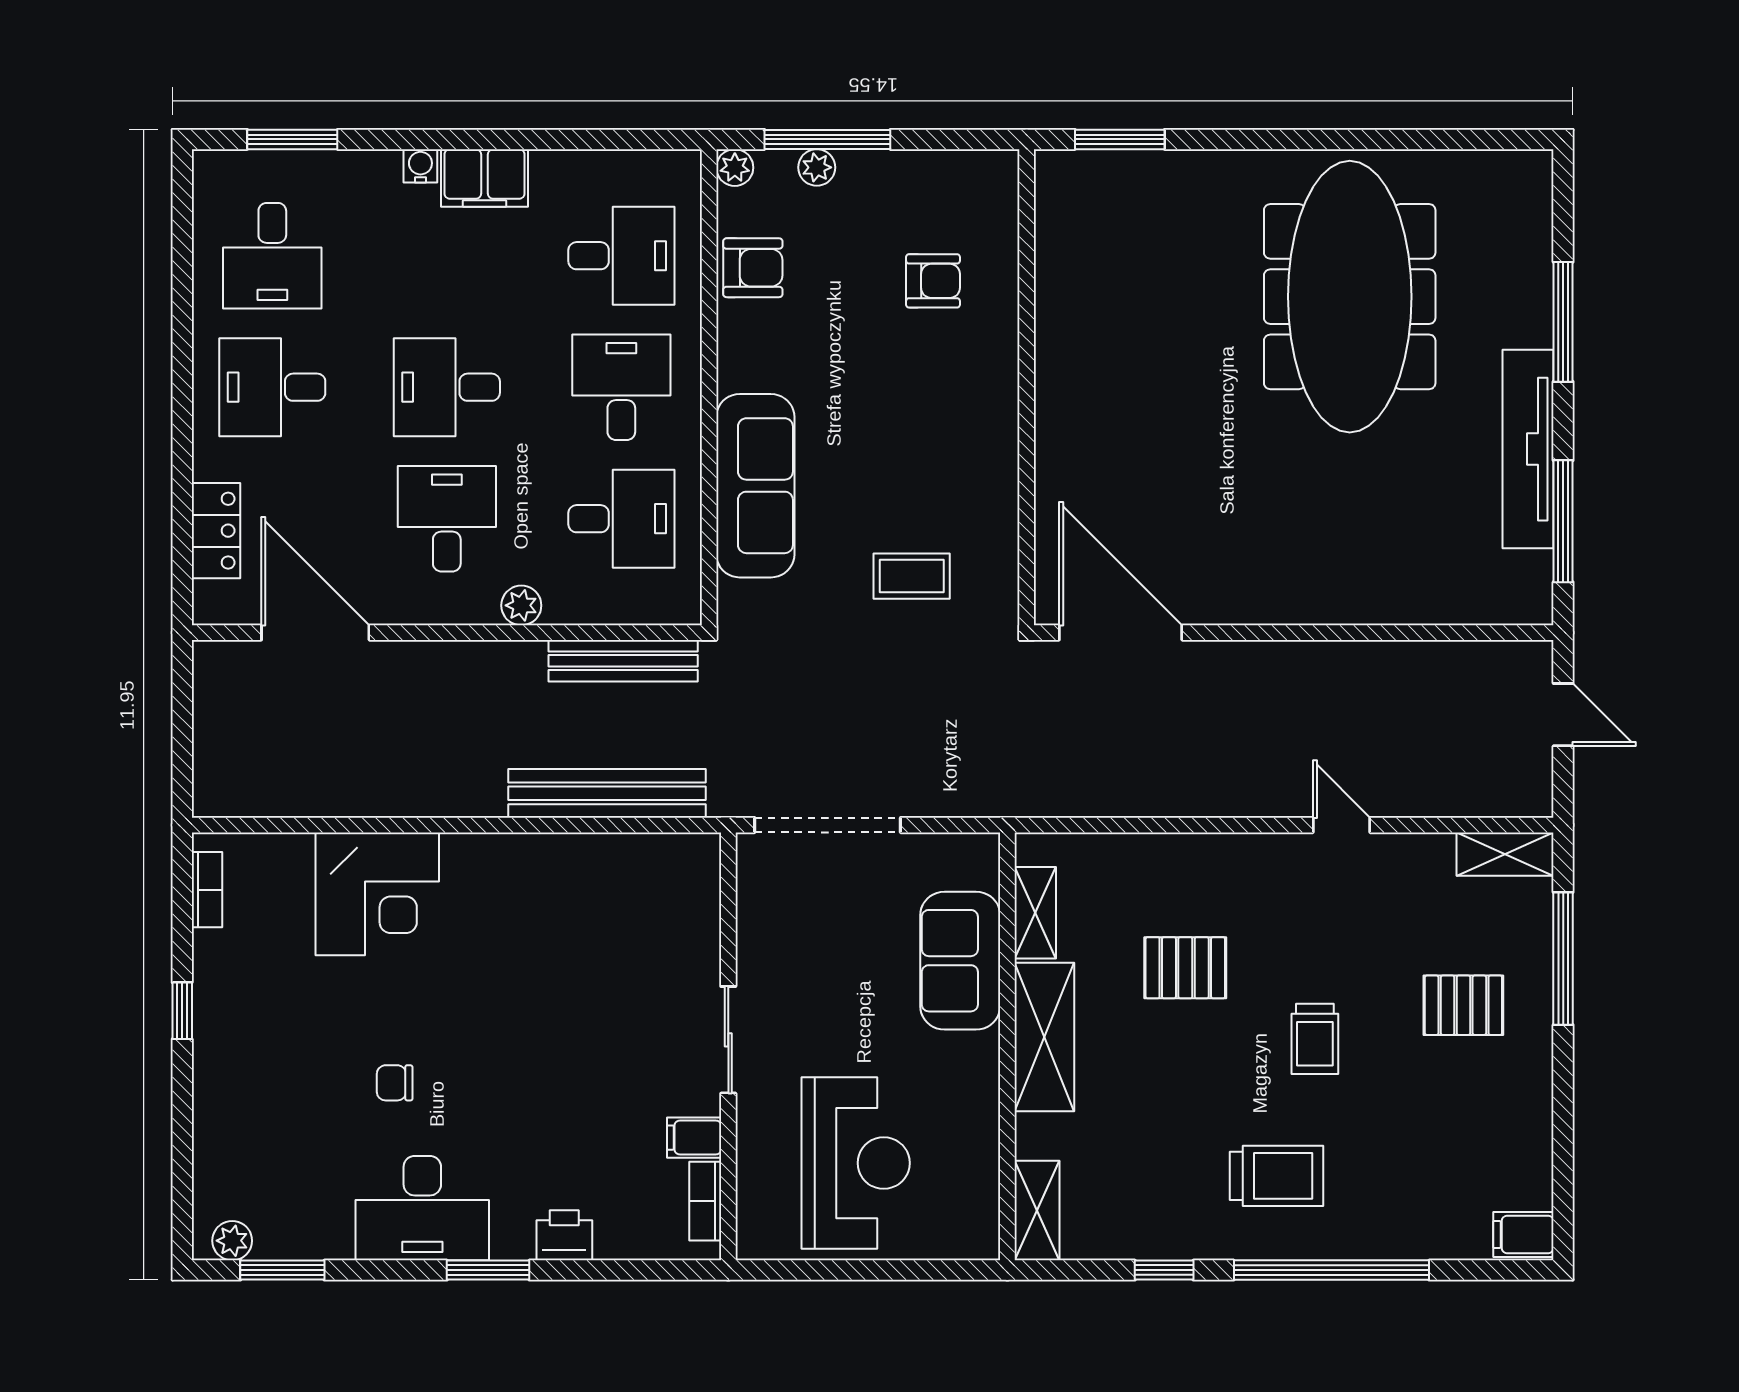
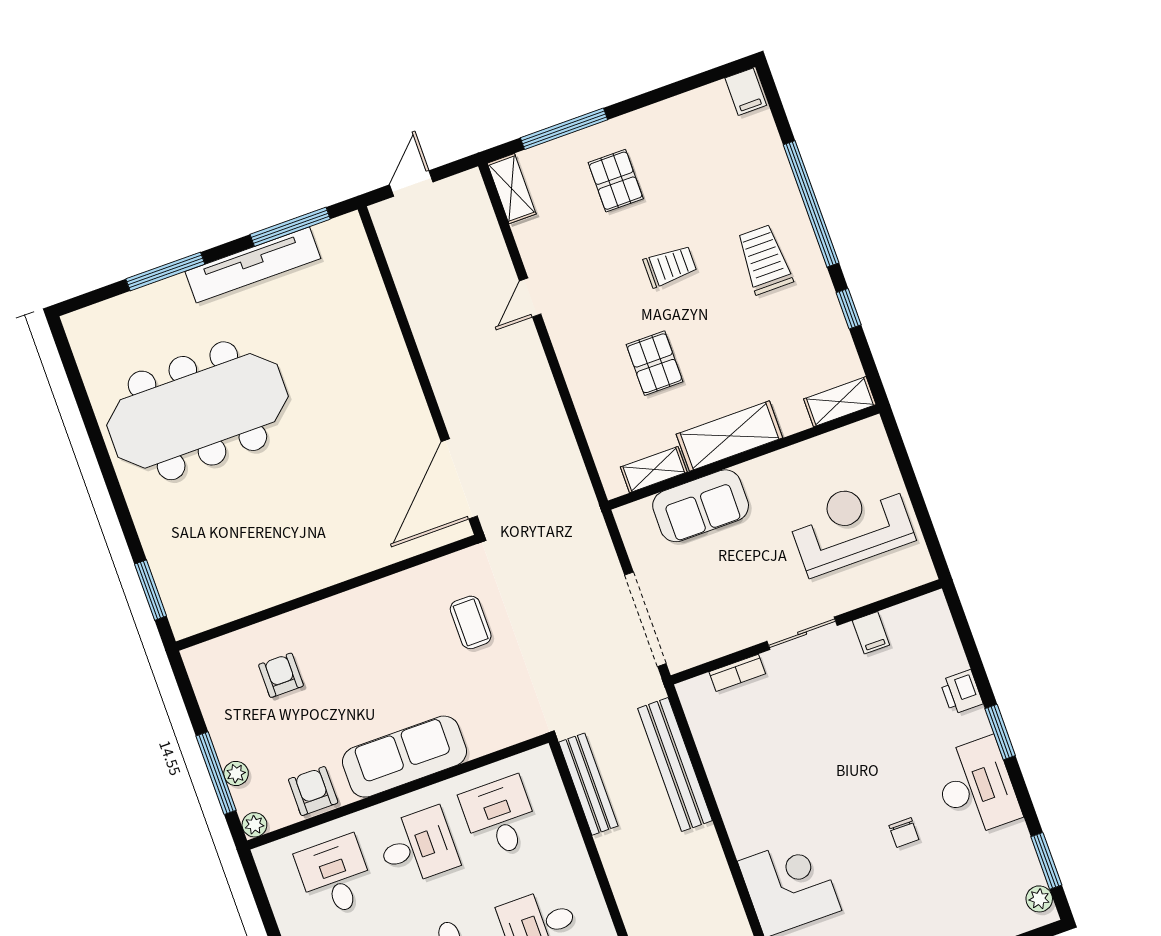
desk: (621, 387) -> (417, 847), turned 180
sofa: (755, 486) -> (404, 757), moved
plant: (521, 605) -> (577, 860), removed
bookcase: (705, 1201) -> (737, 673), moved

